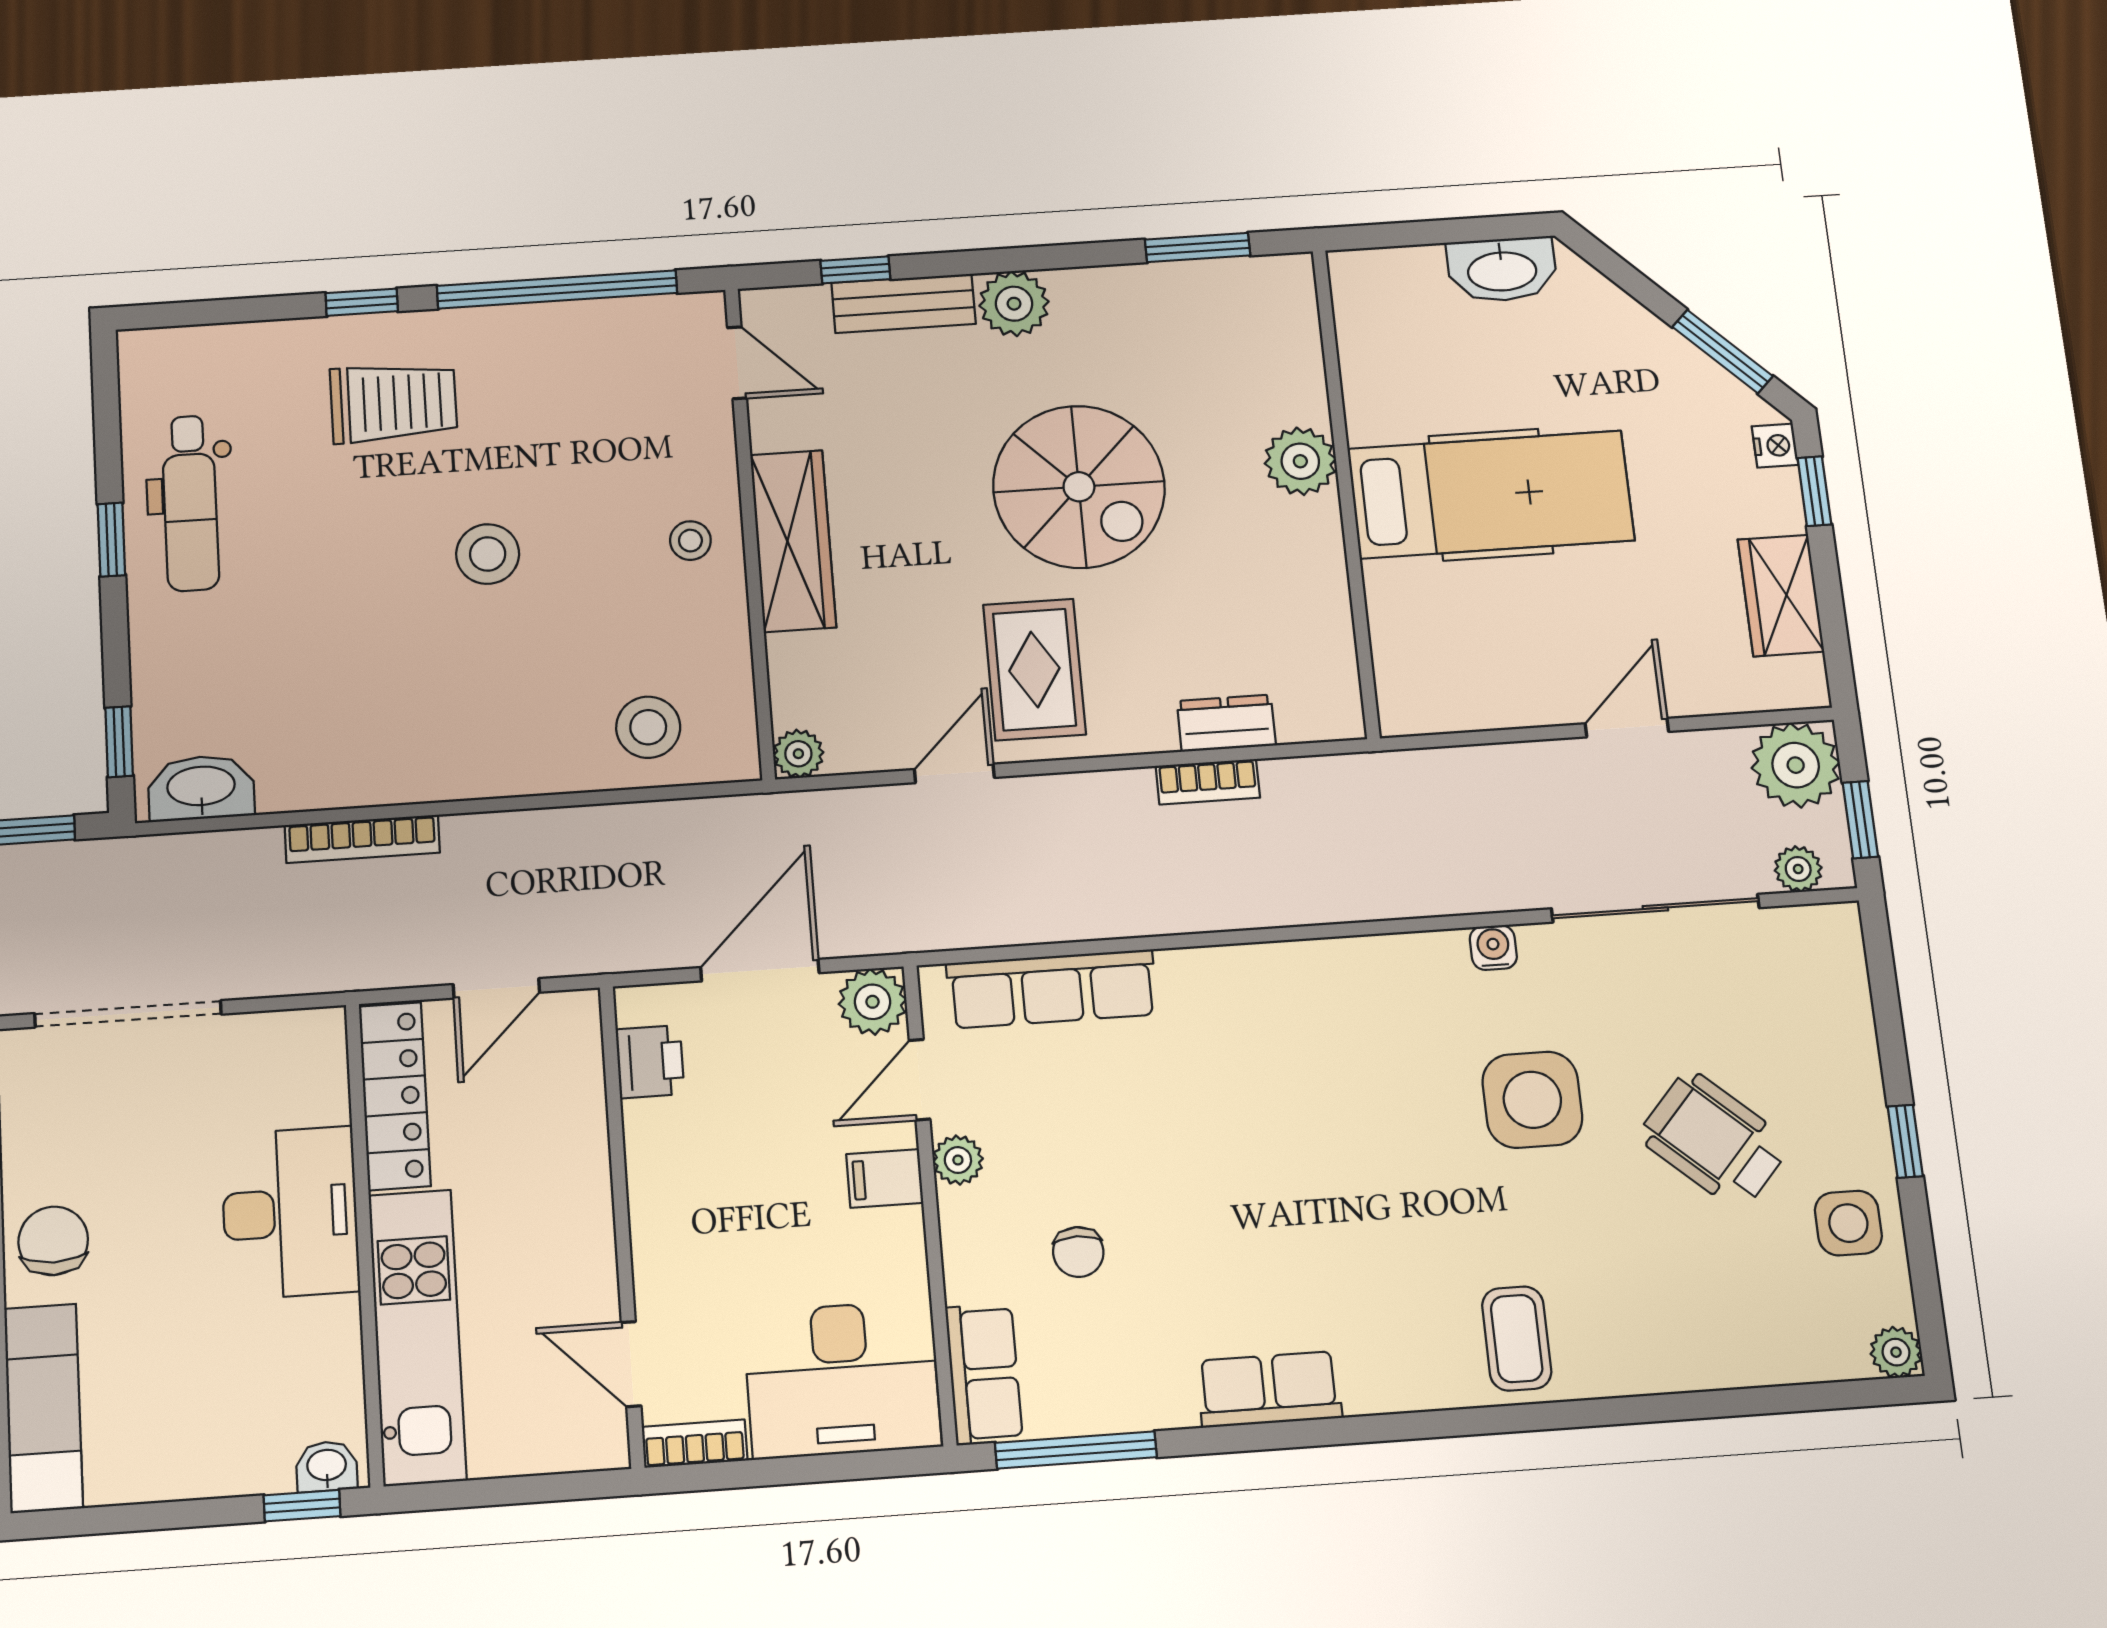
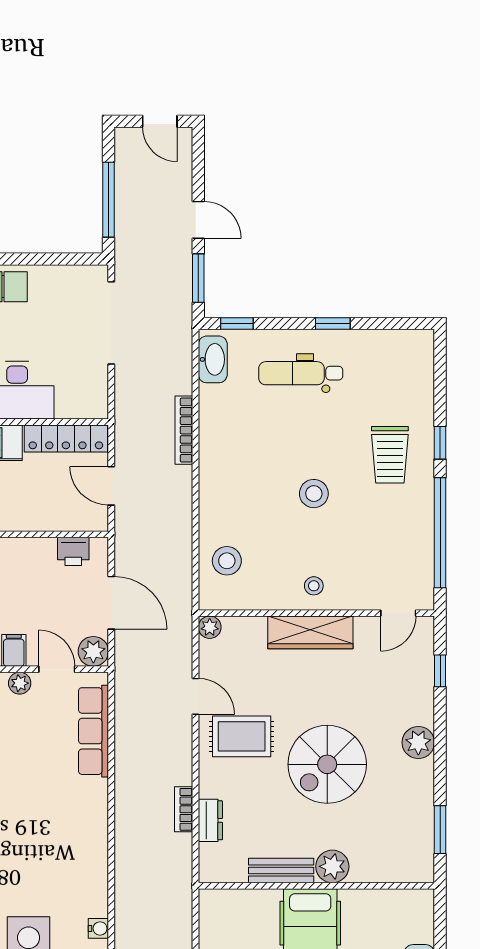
bench: (903, 303) -> (281, 870), moved, turned 90
dental chair: (190, 503) -> (301, 373), moved

